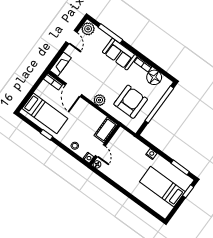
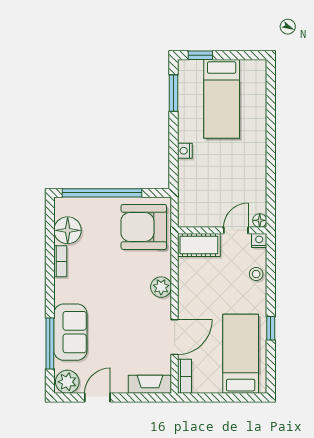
sofa: (120, 54) -> (70, 332), moved
armchair: (131, 102) -> (144, 227), moved

